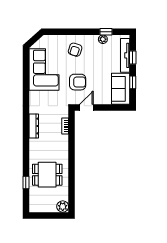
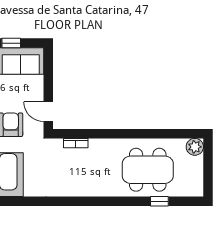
dresser: (34, 126) -> (76, 190), removed
dining table: (47, 175) -> (148, 170), width x1.37

